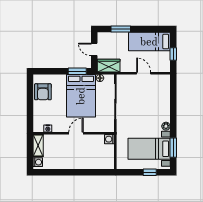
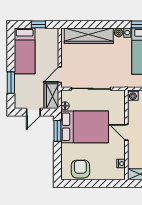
door: (144, 73) -> (60, 75), moved
armchair: (43, 92) -> (80, 169), turned -91
wardrobe: (163, 99) -> (89, 36), added

